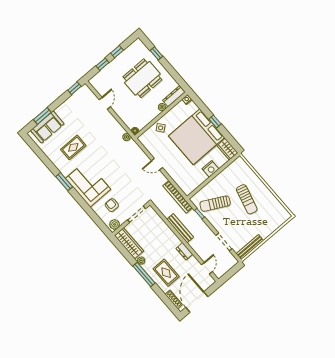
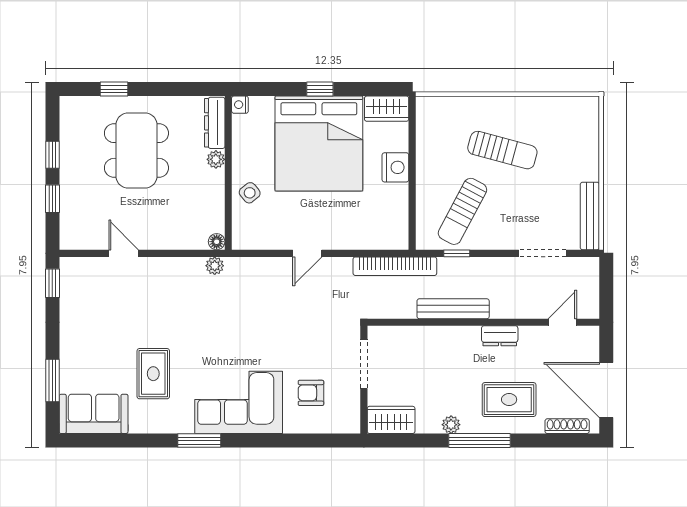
sofa: (47, 127) -> (94, 414), moved, turned -90
plant: (115, 224) -> (349, 417), removed
wardrobe: (129, 243) -> (391, 420), width x0.67
door: (207, 268) -> (562, 322), hinge flipped

